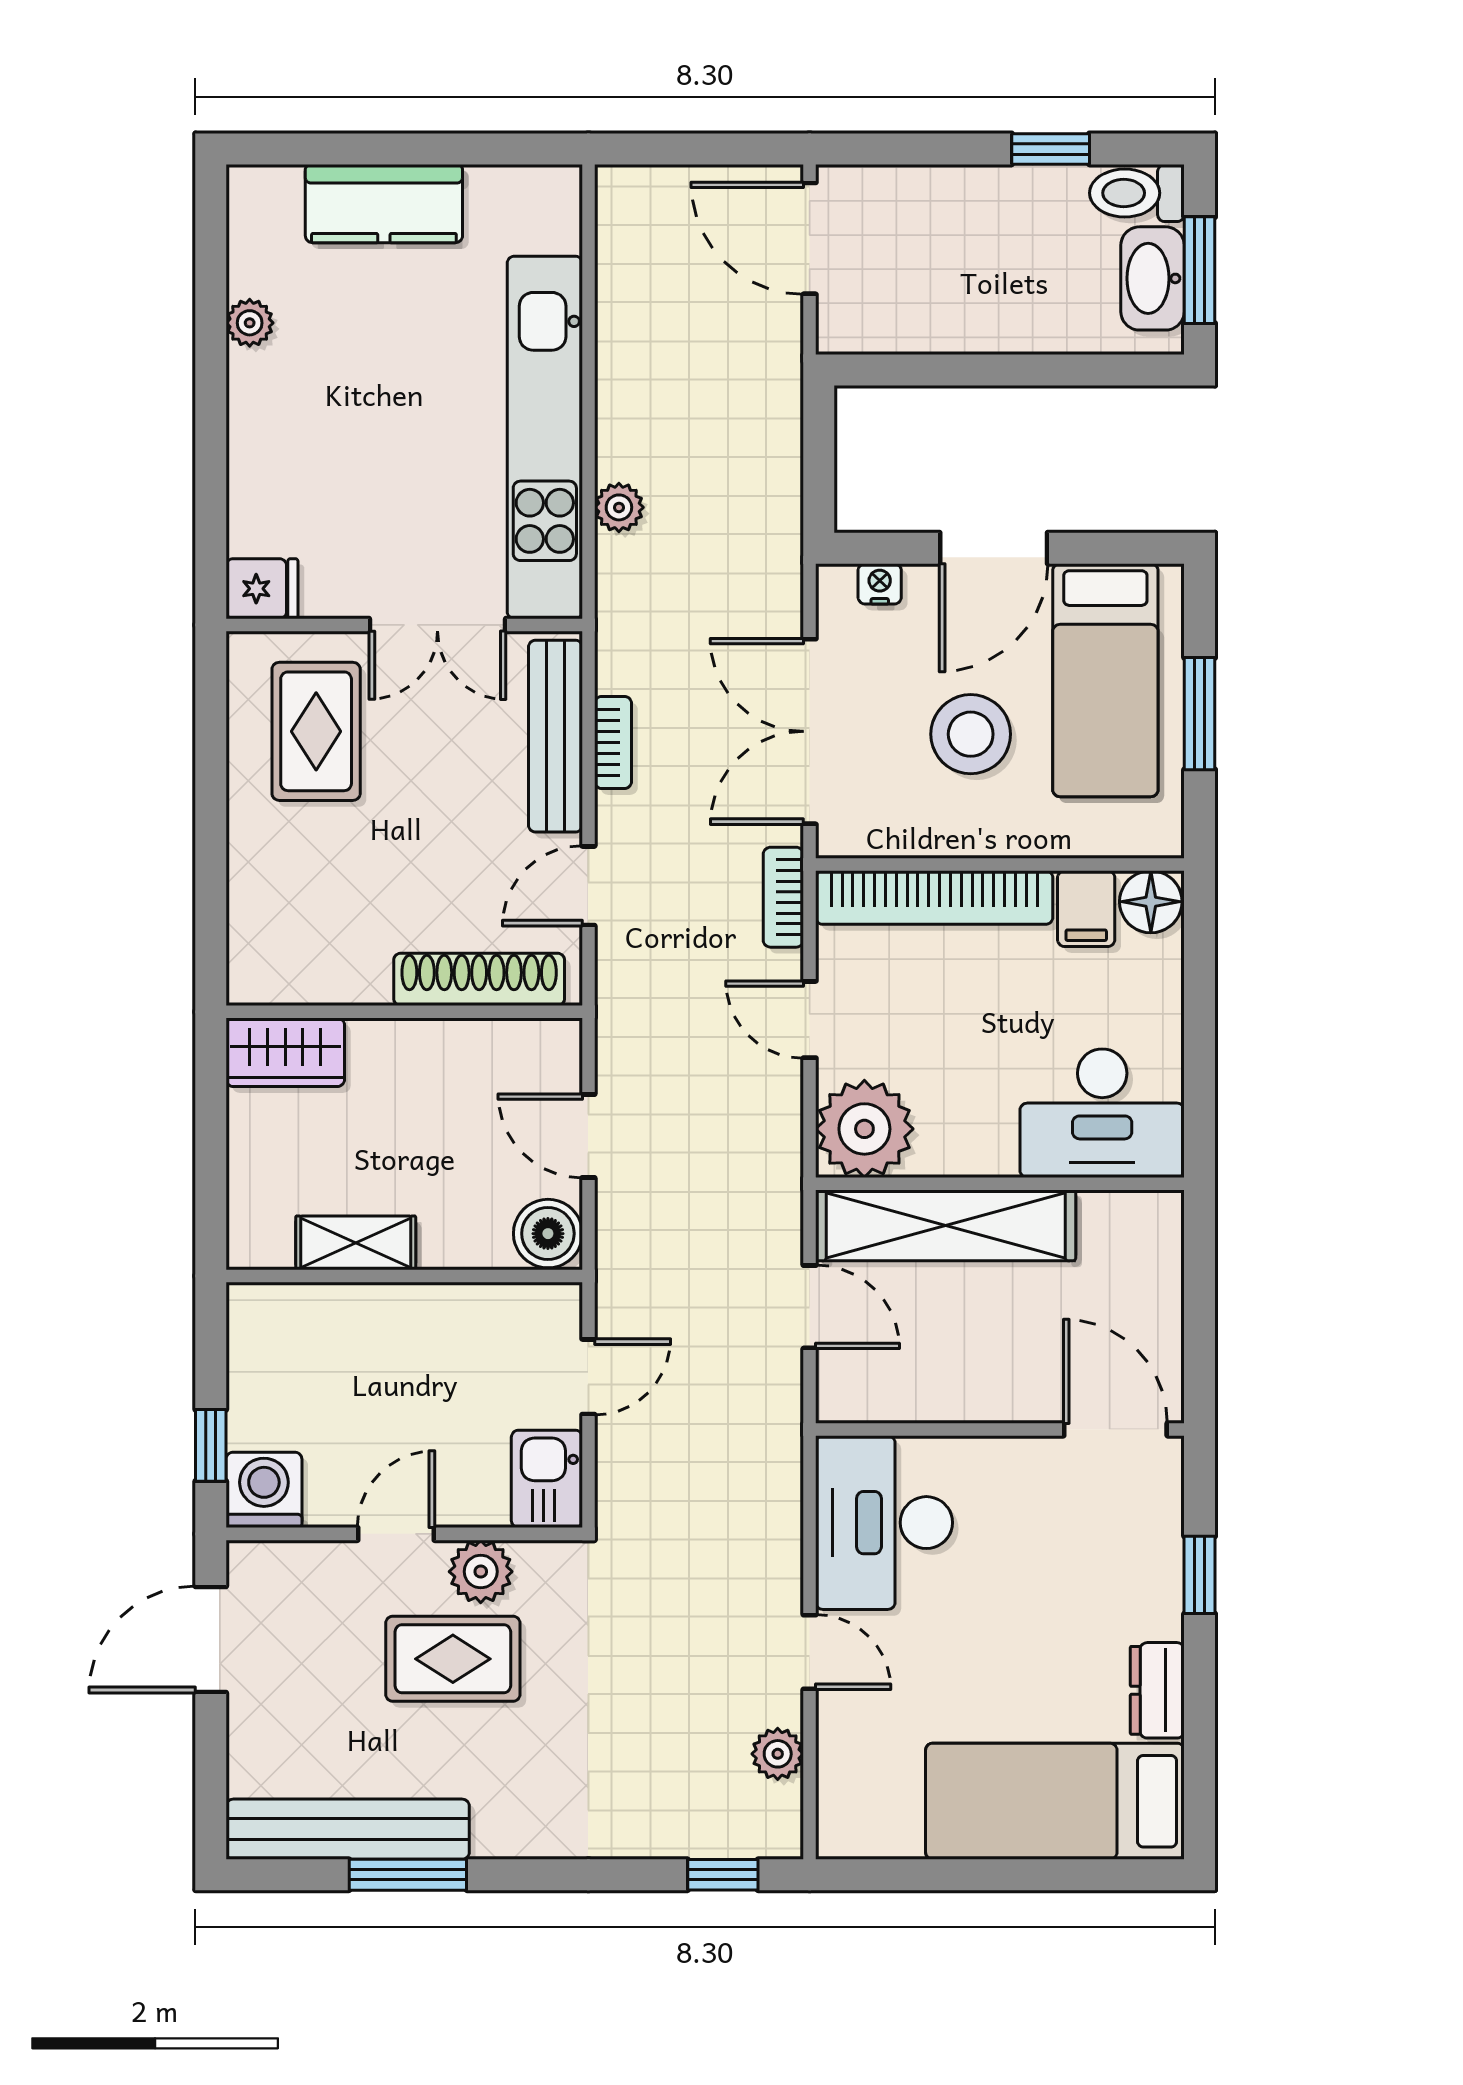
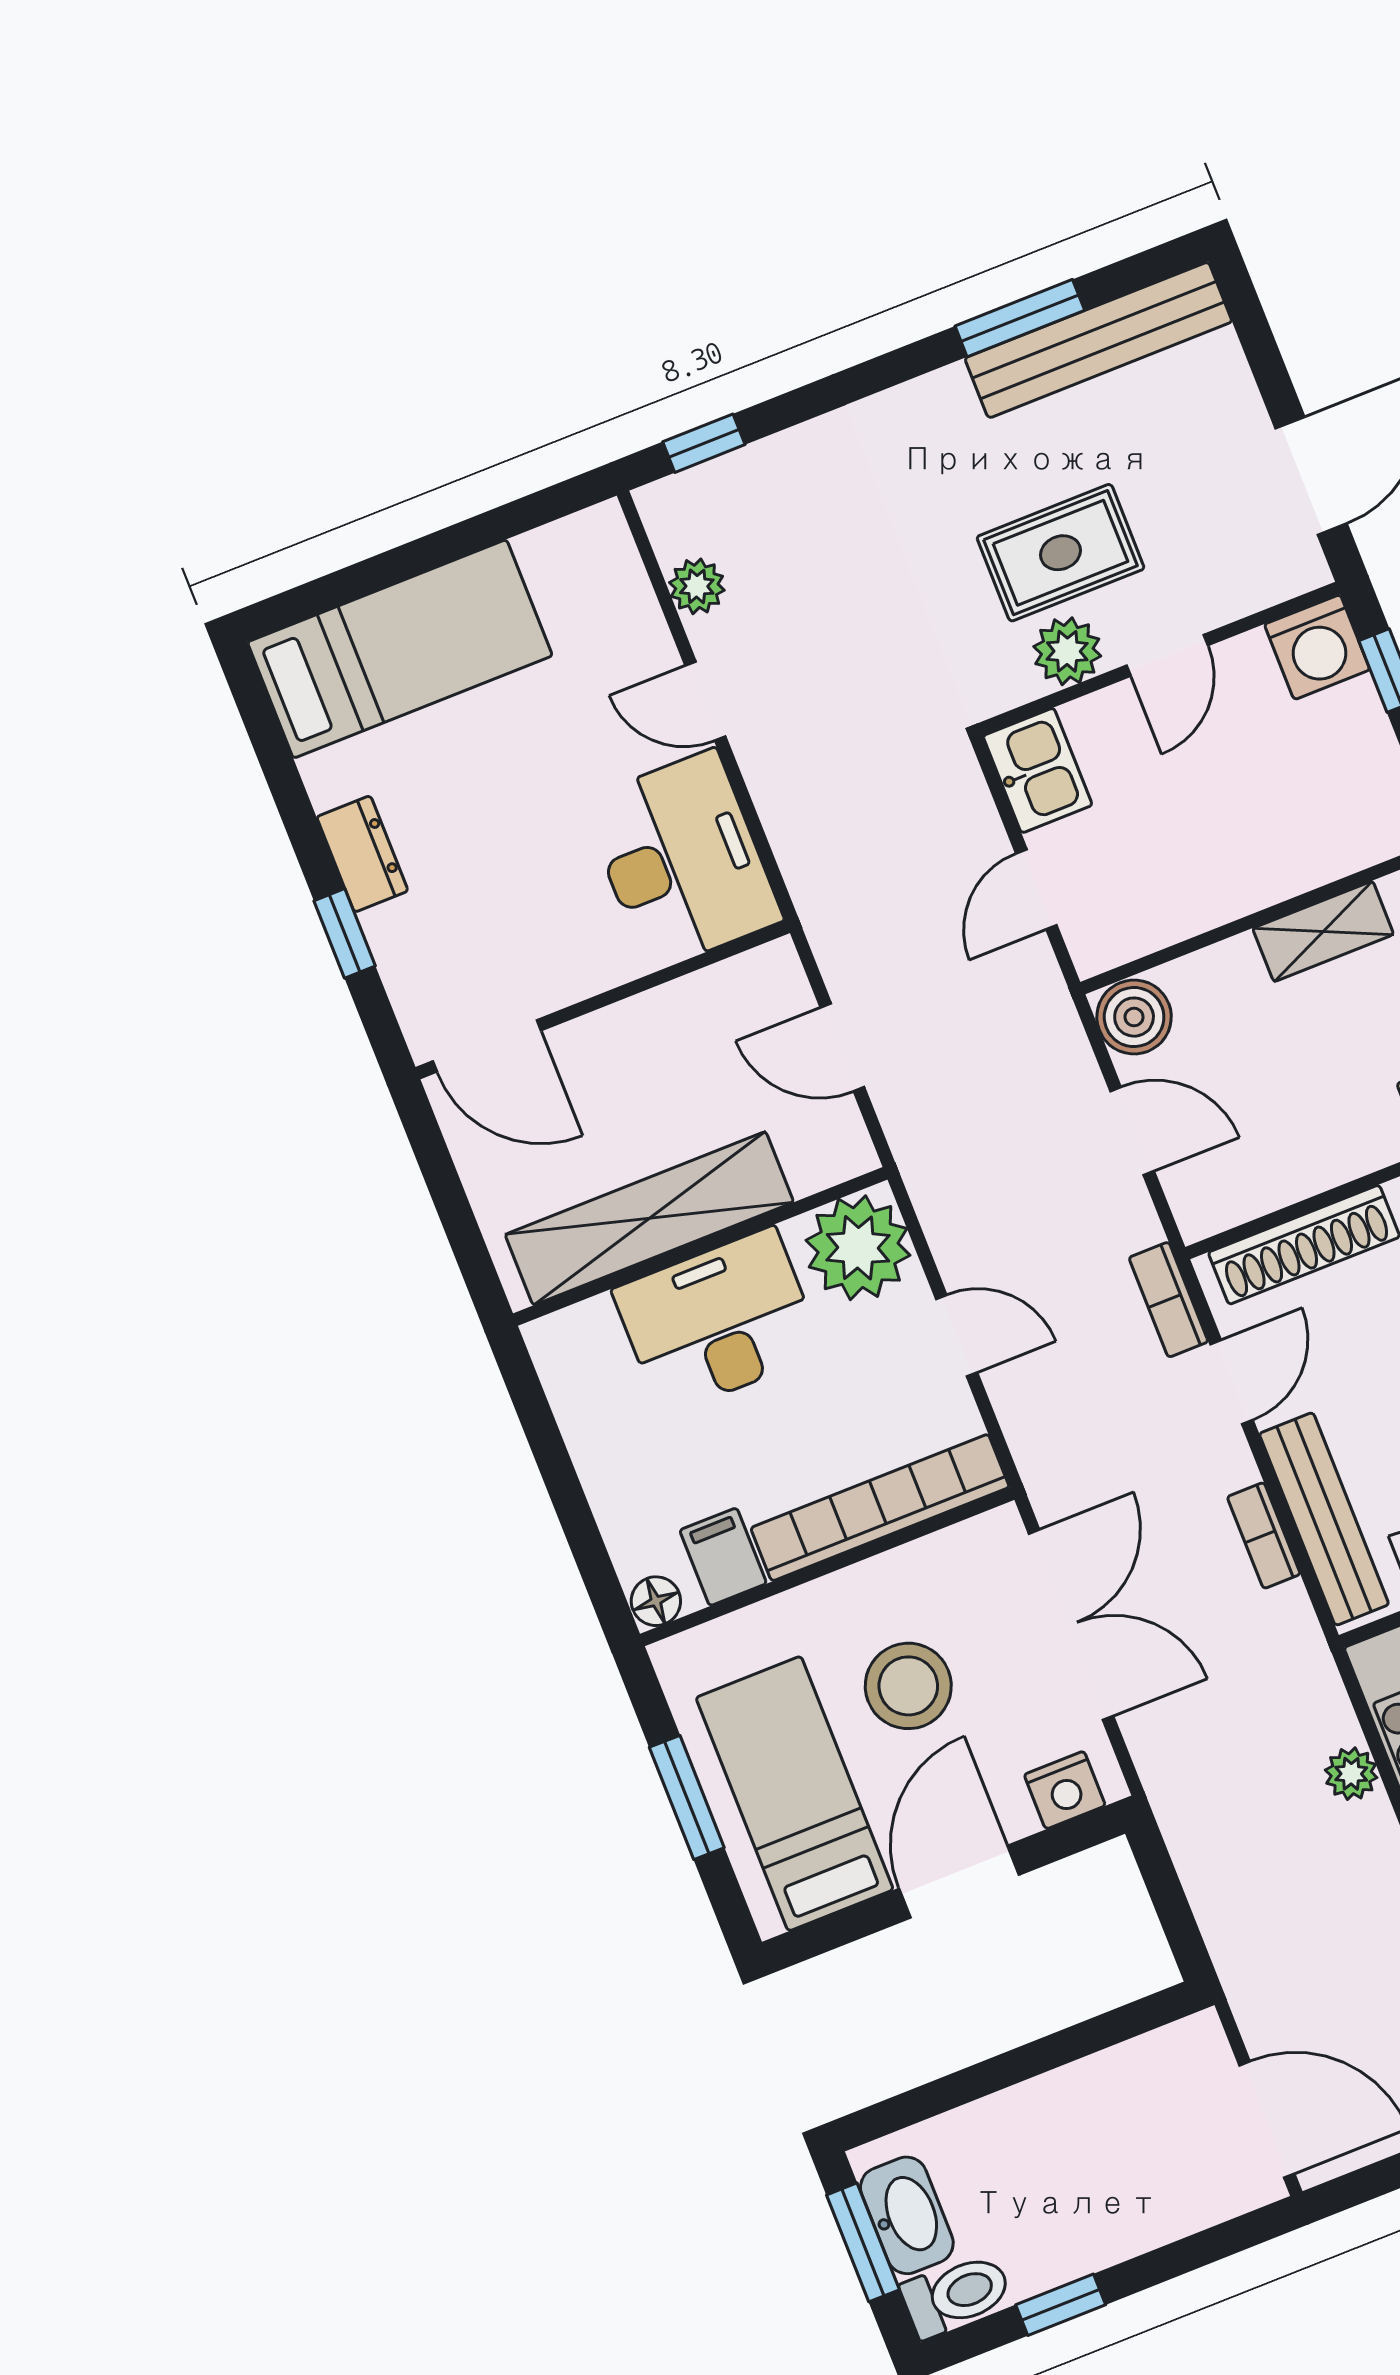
nightstand: (880, 584) -> (1065, 1790), width x1.39, depth x1.35
bookcase: (783, 897) -> (1169, 1300), moved, turned 180
floor lamp: (1151, 902) -> (656, 1601), width x0.73, depth x0.73
desk: (1102, 1113) -> (718, 1321), moved
shelving: (946, 1225) -> (649, 1218), moved
dresser: (1157, 1690) -> (362, 854), moved

